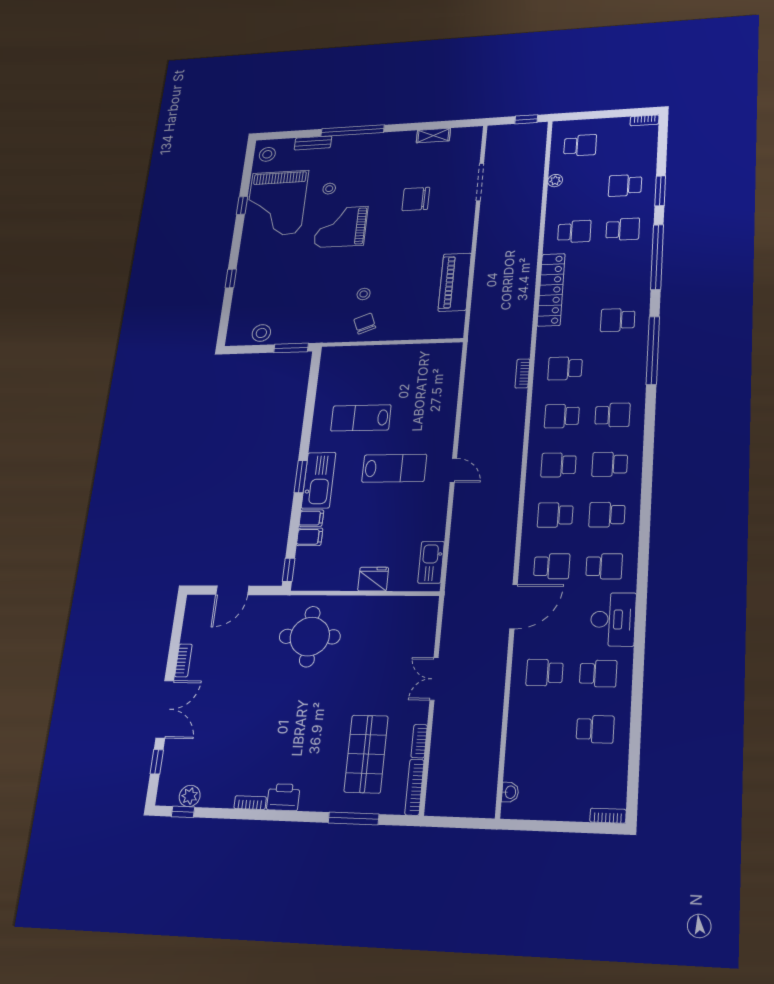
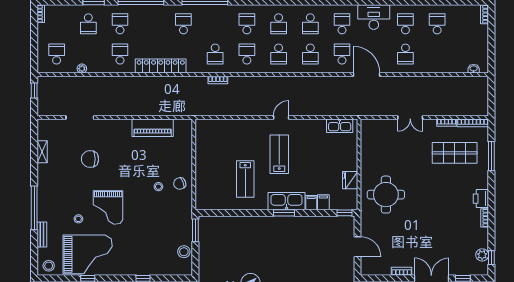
chair: (416, 199) -> (90, 159), turned 90
school desk: (618, 320) -> (183, 24), turned 180
school desk: (562, 416) -> (247, 54), turned 180
fridge: (373, 579) -> (350, 180), moved

